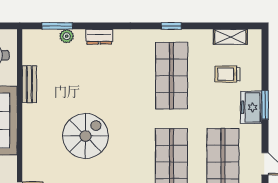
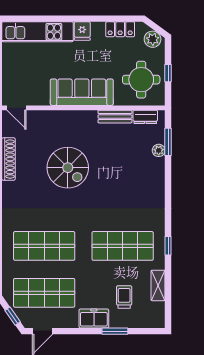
dresser: (99, 37) -> (145, 117), moved, turned -90
shelving: (230, 37) -> (158, 285), moved
window: (265, 105) -> (115, 331), moved

